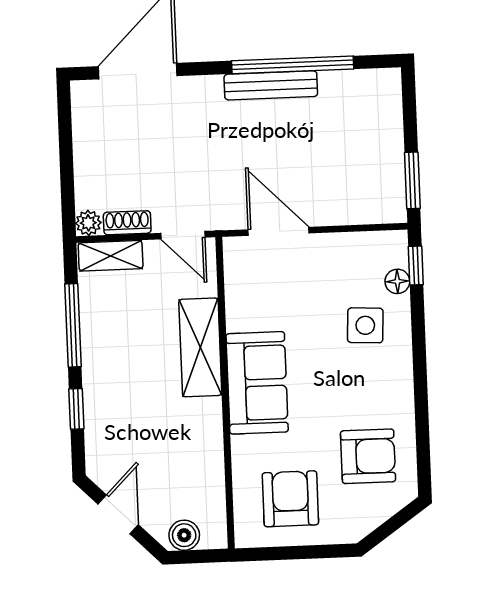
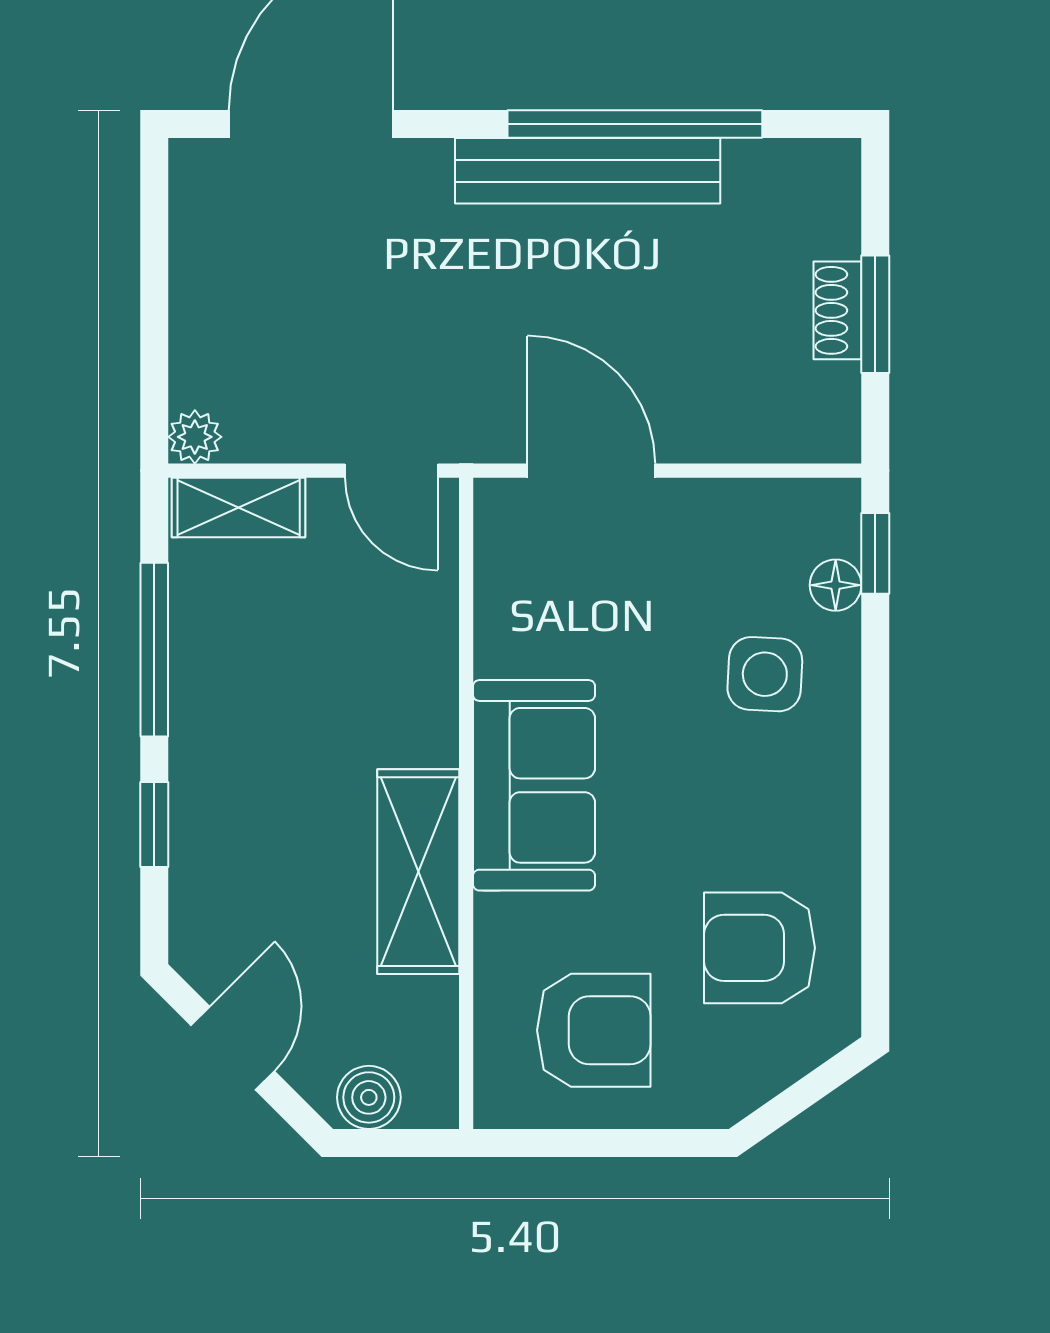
bench: (271, 85) -> (588, 171), width x1.37, depth x1.21
window: (412, 180) -> (875, 314), moved
shoe rack: (127, 223) -> (838, 310), moved, turned -90
shelving: (200, 347) -> (418, 872), moved
armchair: (368, 456) -> (760, 948), turned 180
armchair: (290, 499) -> (594, 1030), turned 90

